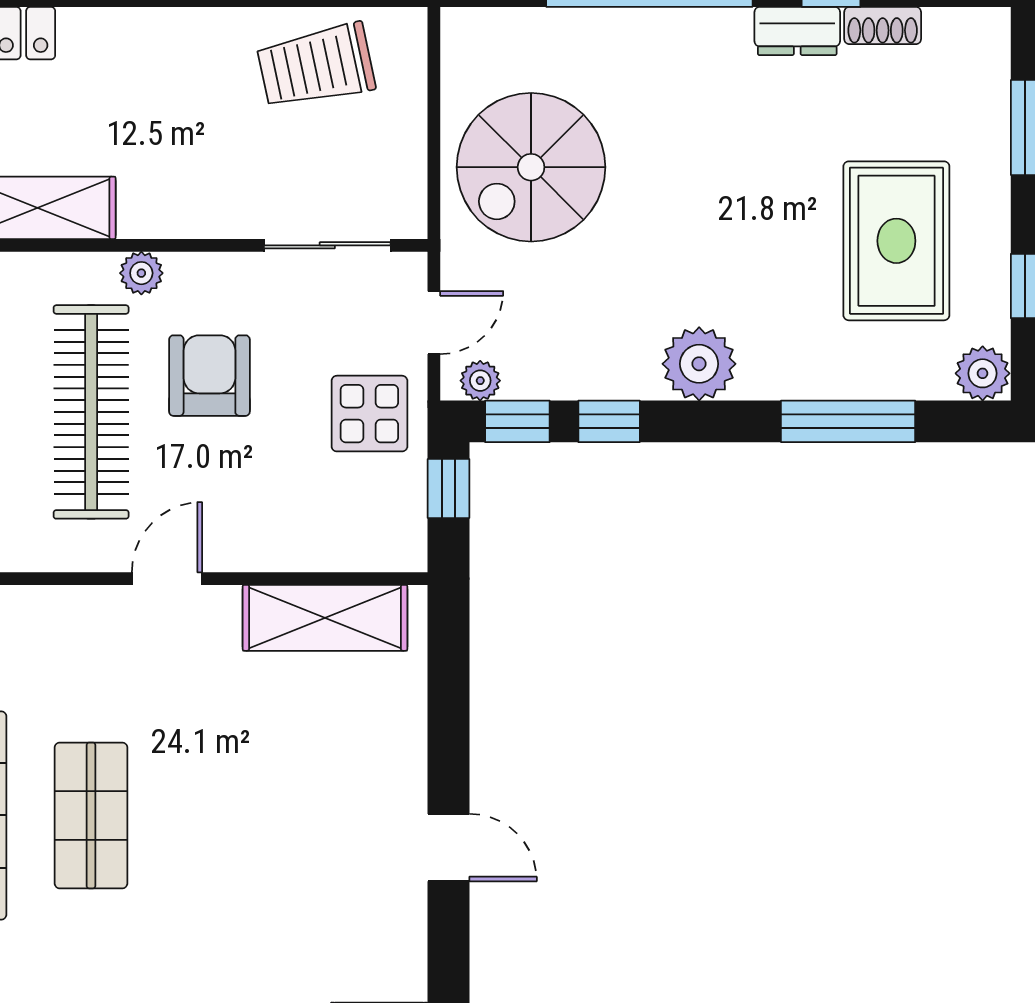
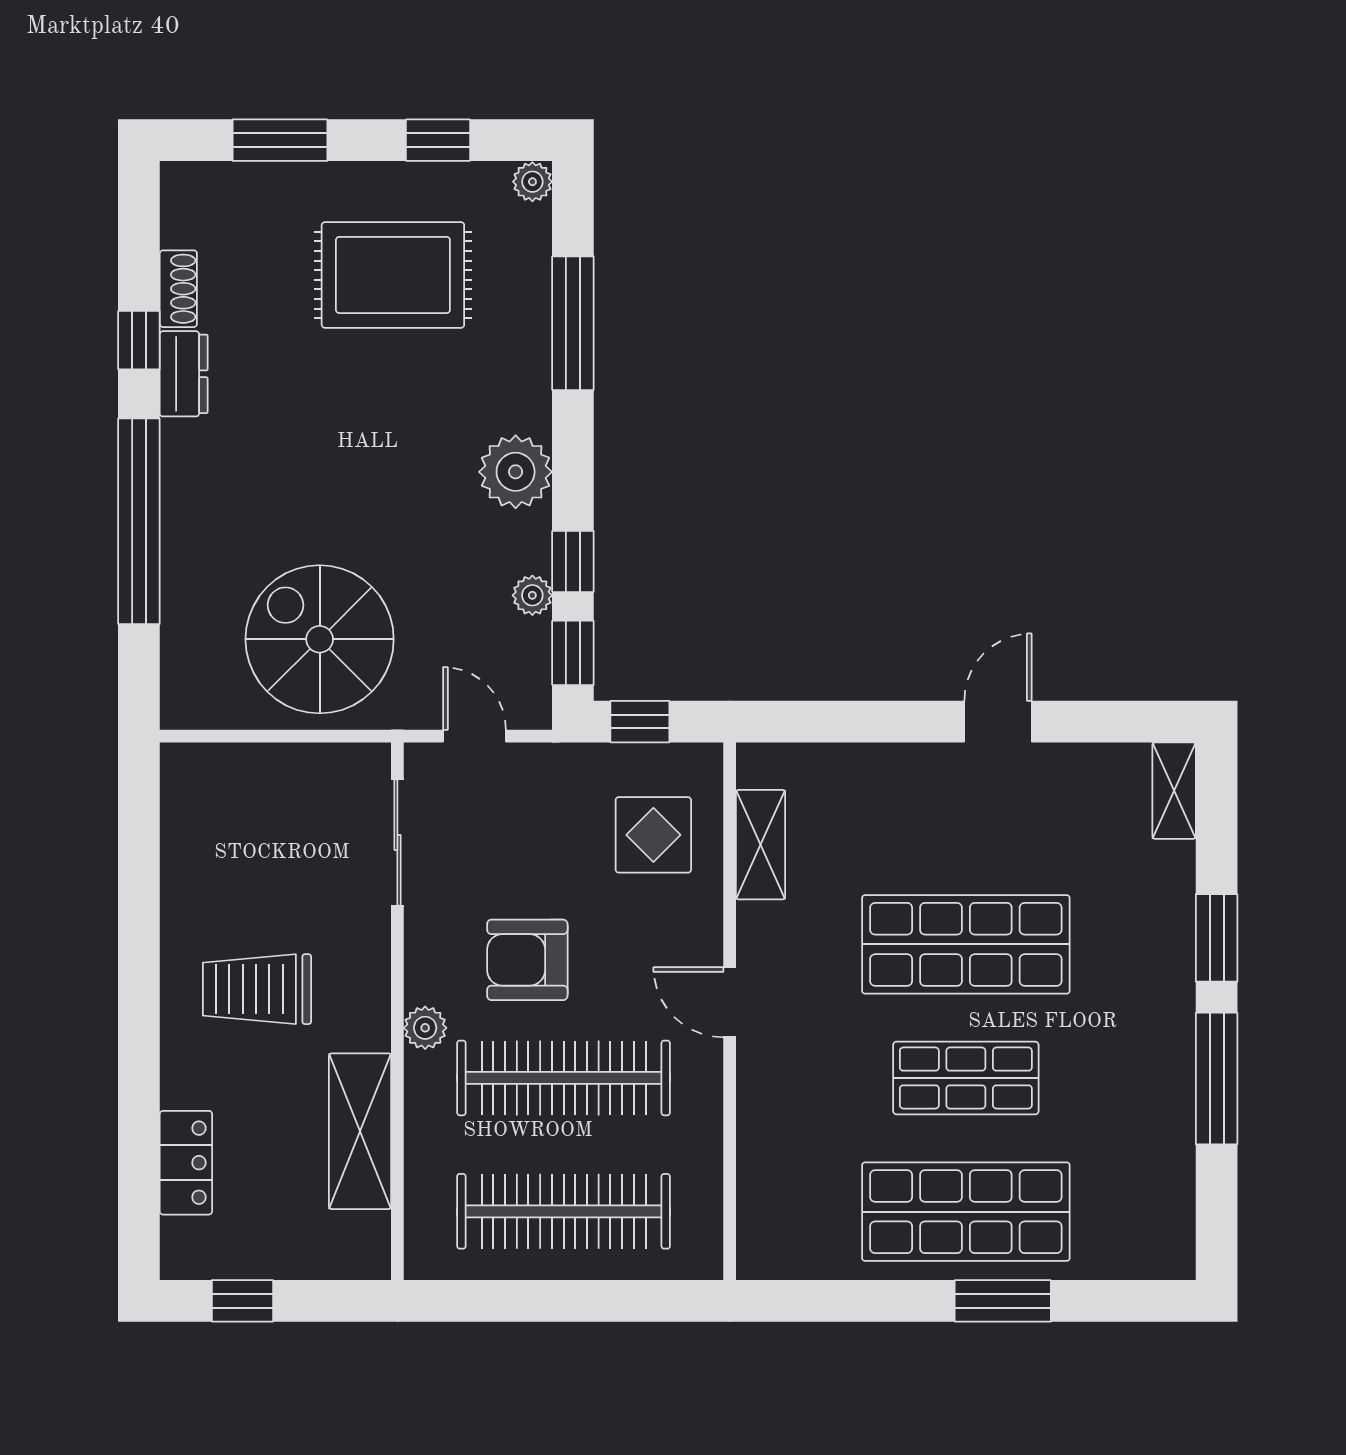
trolley: (316, 66) -> (257, 989), moved, turned 102
spiral stairs: (531, 167) -> (320, 639), turned 180
plant: (983, 373) -> (532, 182), width x0.73, depth x0.73
plant: (480, 381) -> (532, 595), moved
display table: (369, 414) -> (653, 835), moved
shelving: (325, 618) -> (761, 845), width x0.67, depth x0.75
shop shelf: (225, 815) -> (966, 944), added

